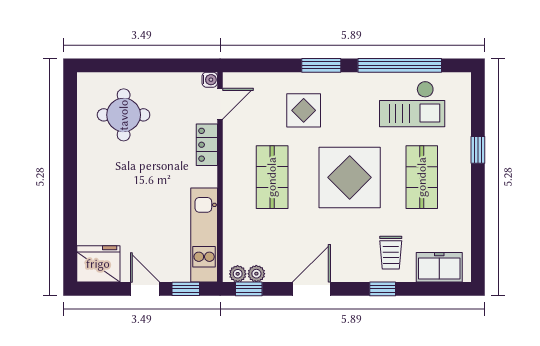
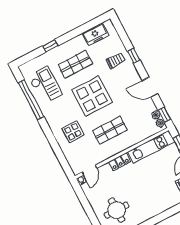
window: (321, 65) -> (49, 134), removed
door: (220, 104) -> (89, 170), swing flipped
locker: (207, 145) -> (120, 162), moved
freezer: (439, 267) -> (95, 34), moved, turned -90

